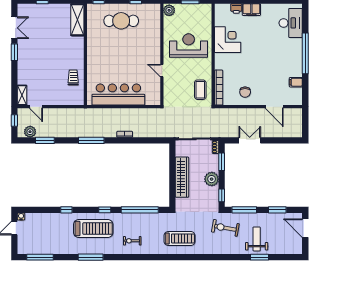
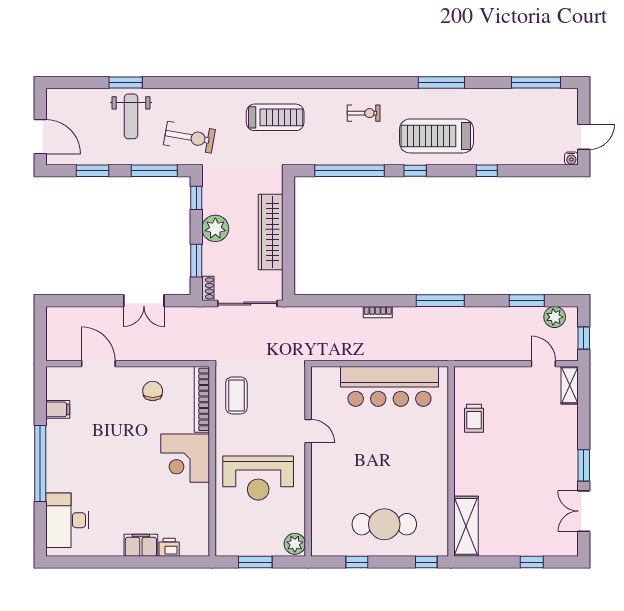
corner desk: (228, 40) -> (185, 458), moved
treadmill: (180, 238) -> (275, 117), turned 180

